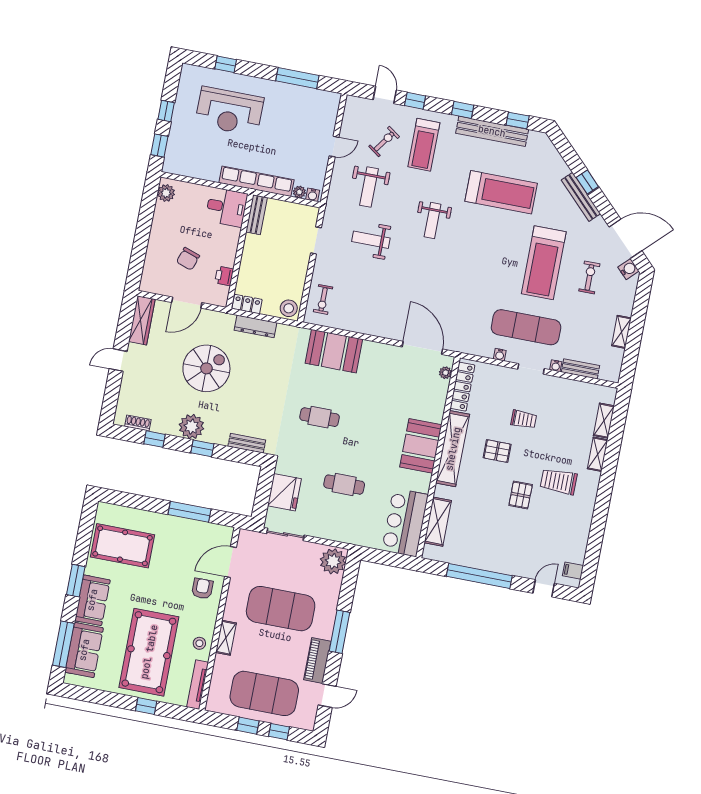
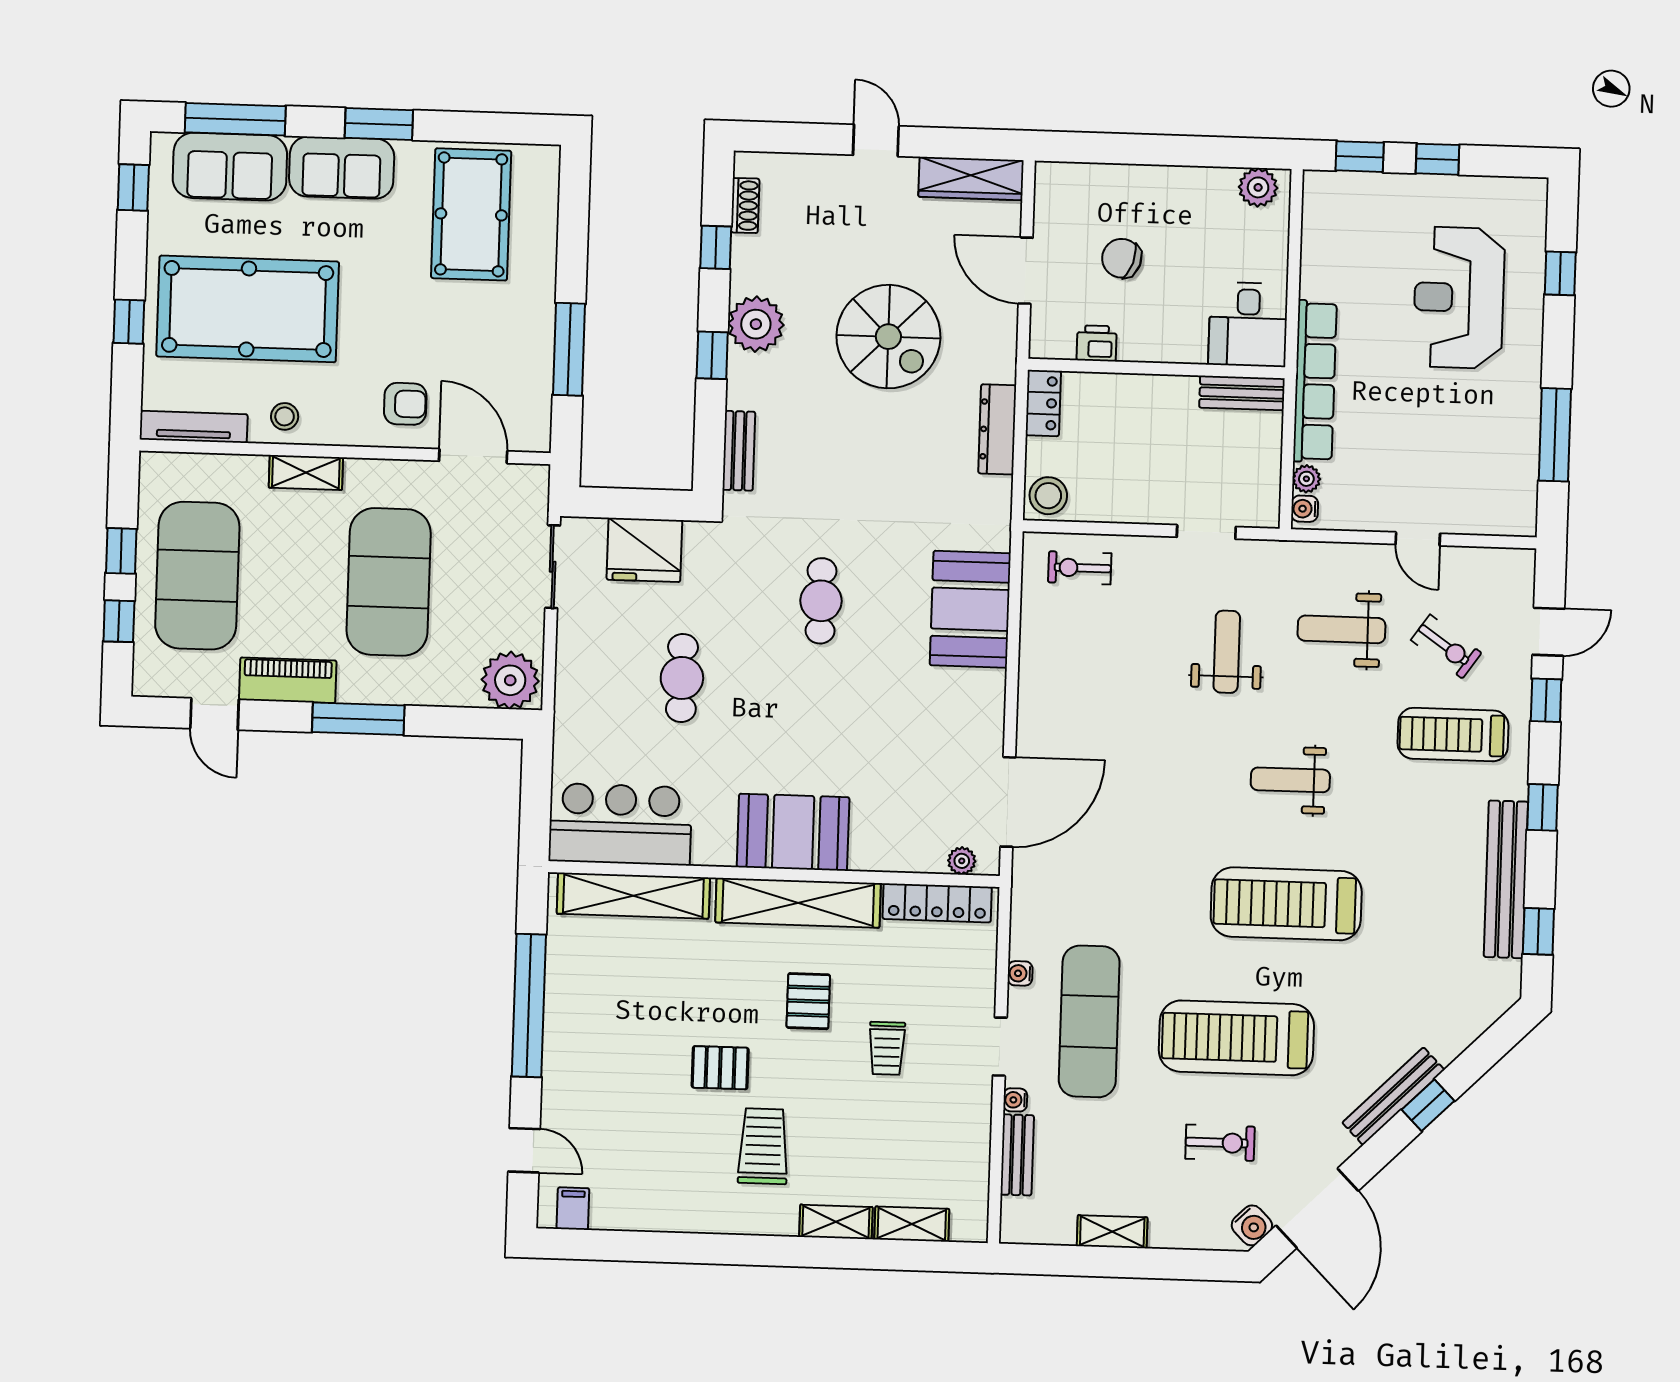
treadmill: (501, 192) -> (1286, 904), moved, turned 90
shelving: (438, 522) -> (633, 896), width x1.47
window: (87, 695) -> (133, 188), added

